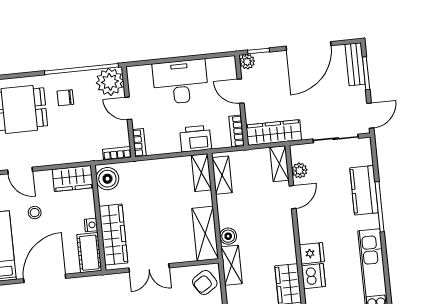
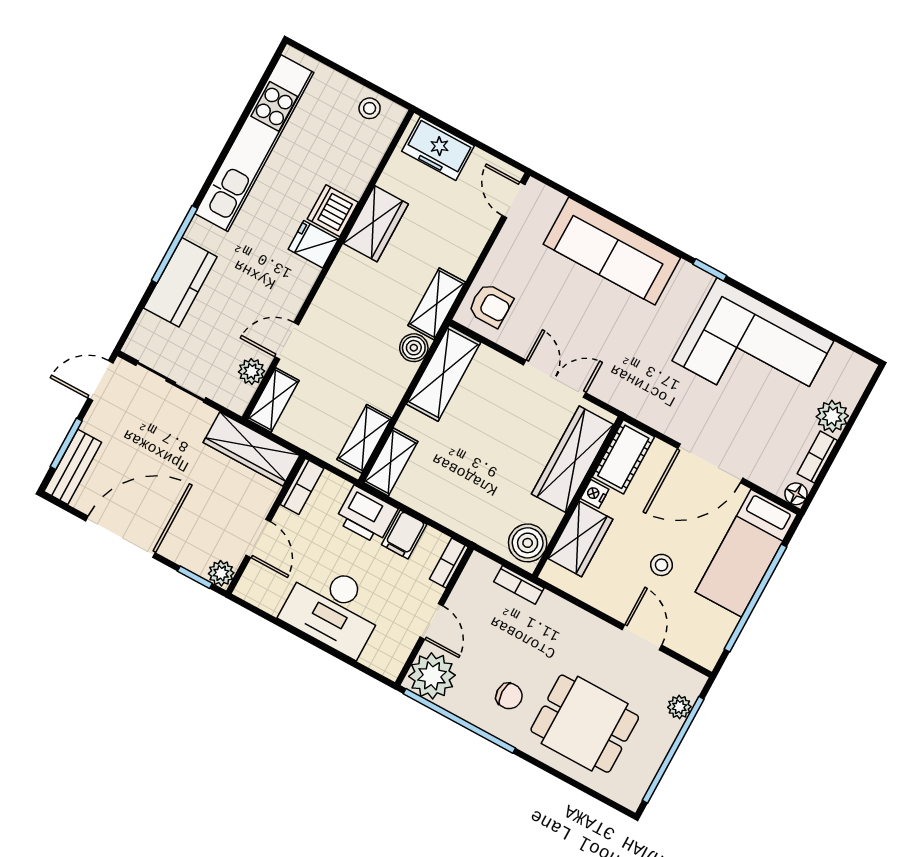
filing cabinet: (171, 142) -> (404, 535), added
bookcase: (117, 153) -> (519, 585), moved
wardrobe: (73, 178) -> (580, 539), moved, turned 90
armchair: (205, 282) -> (491, 305), turned 33

